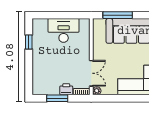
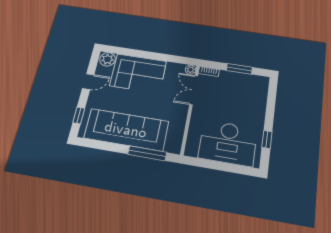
desk: (64, 30) -> (228, 143), width x1.36, depth x1.30
printer: (66, 89) -> (227, 77), removed

